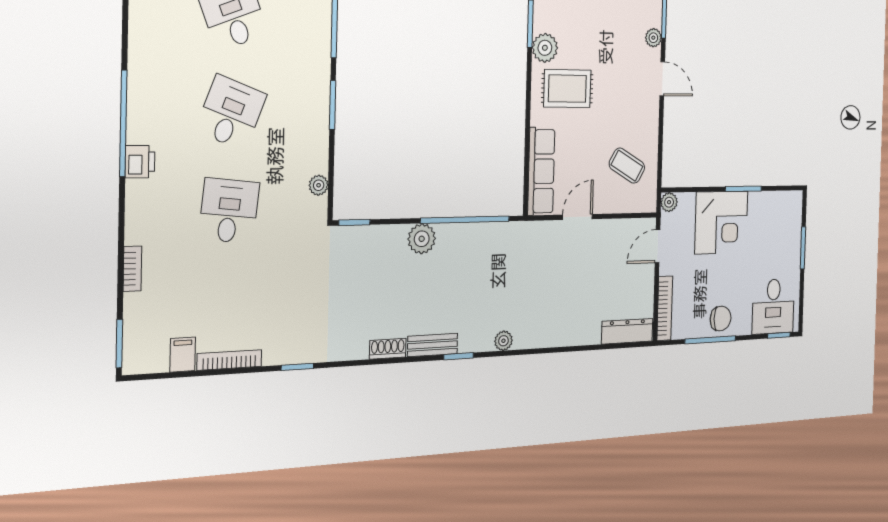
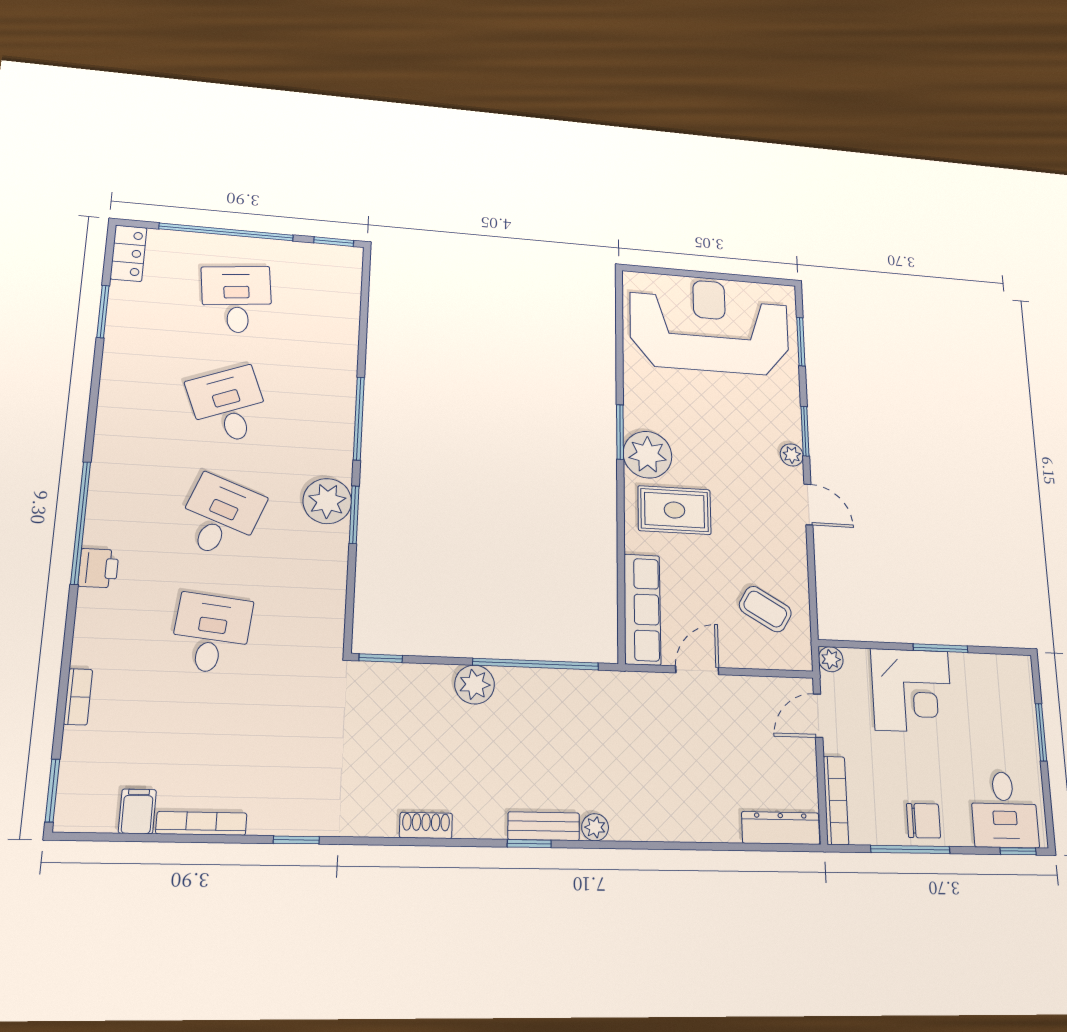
plant: (545, 48) -> (647, 455), width x1.36, depth x1.36
plant: (319, 185) -> (327, 501), moved, width x1.88, depth x1.88
bench: (433, 345) -> (544, 826), moved

